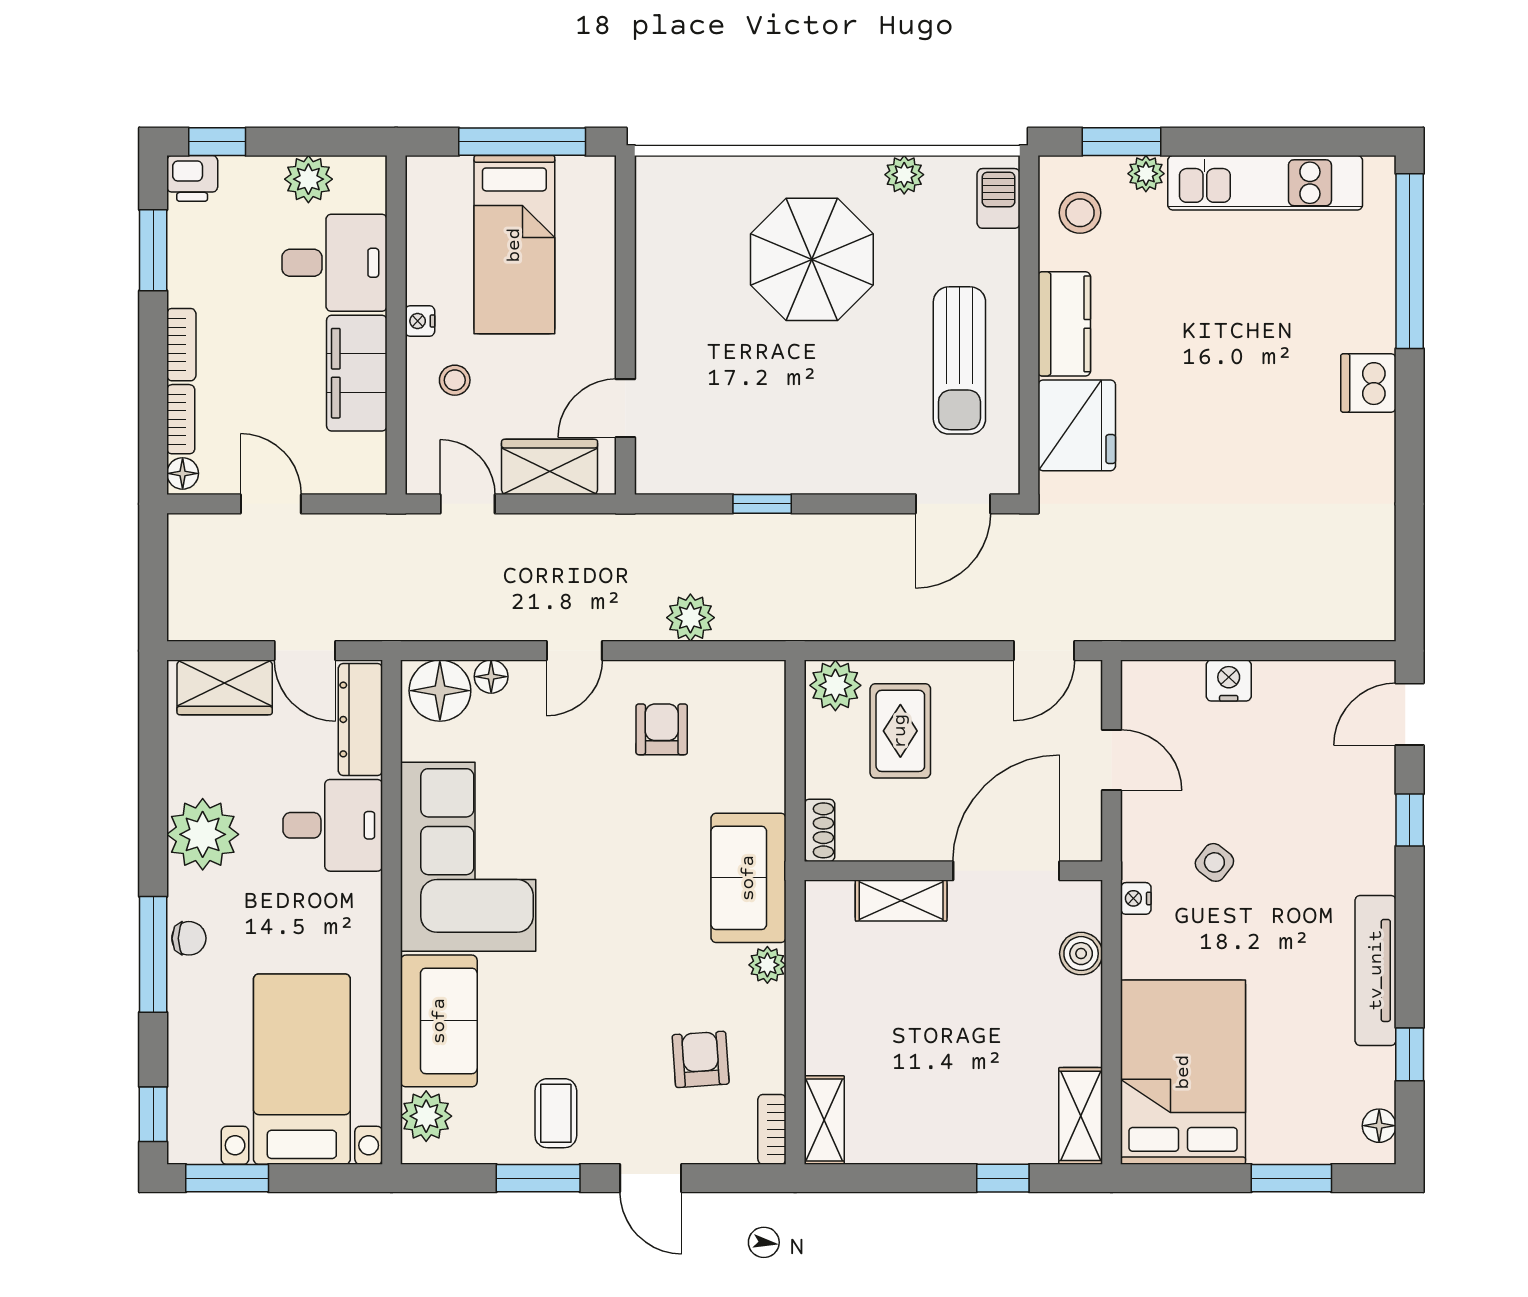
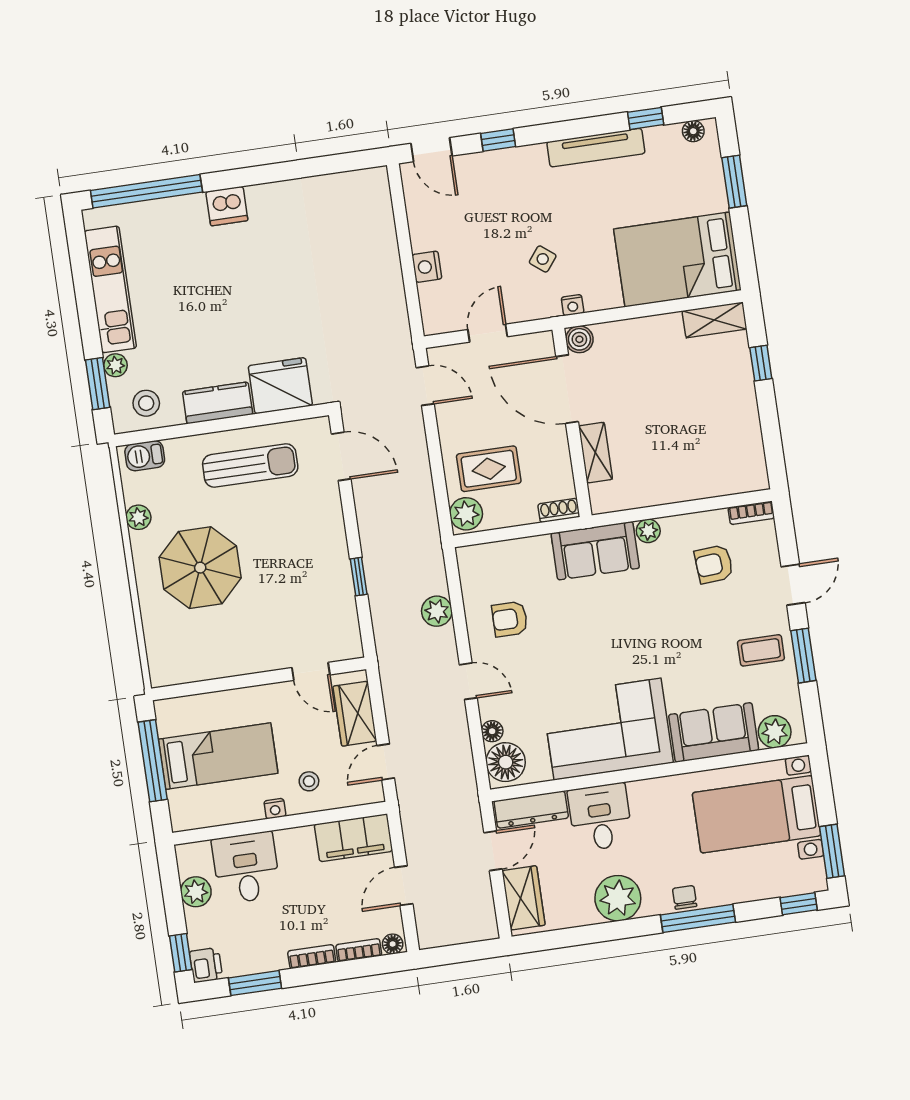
filing cabinet: (357, 373) -> (353, 838), moved
boiler: (1081, 954) -> (579, 339), moved
shelving: (824, 1120) -> (741, 481), removed

